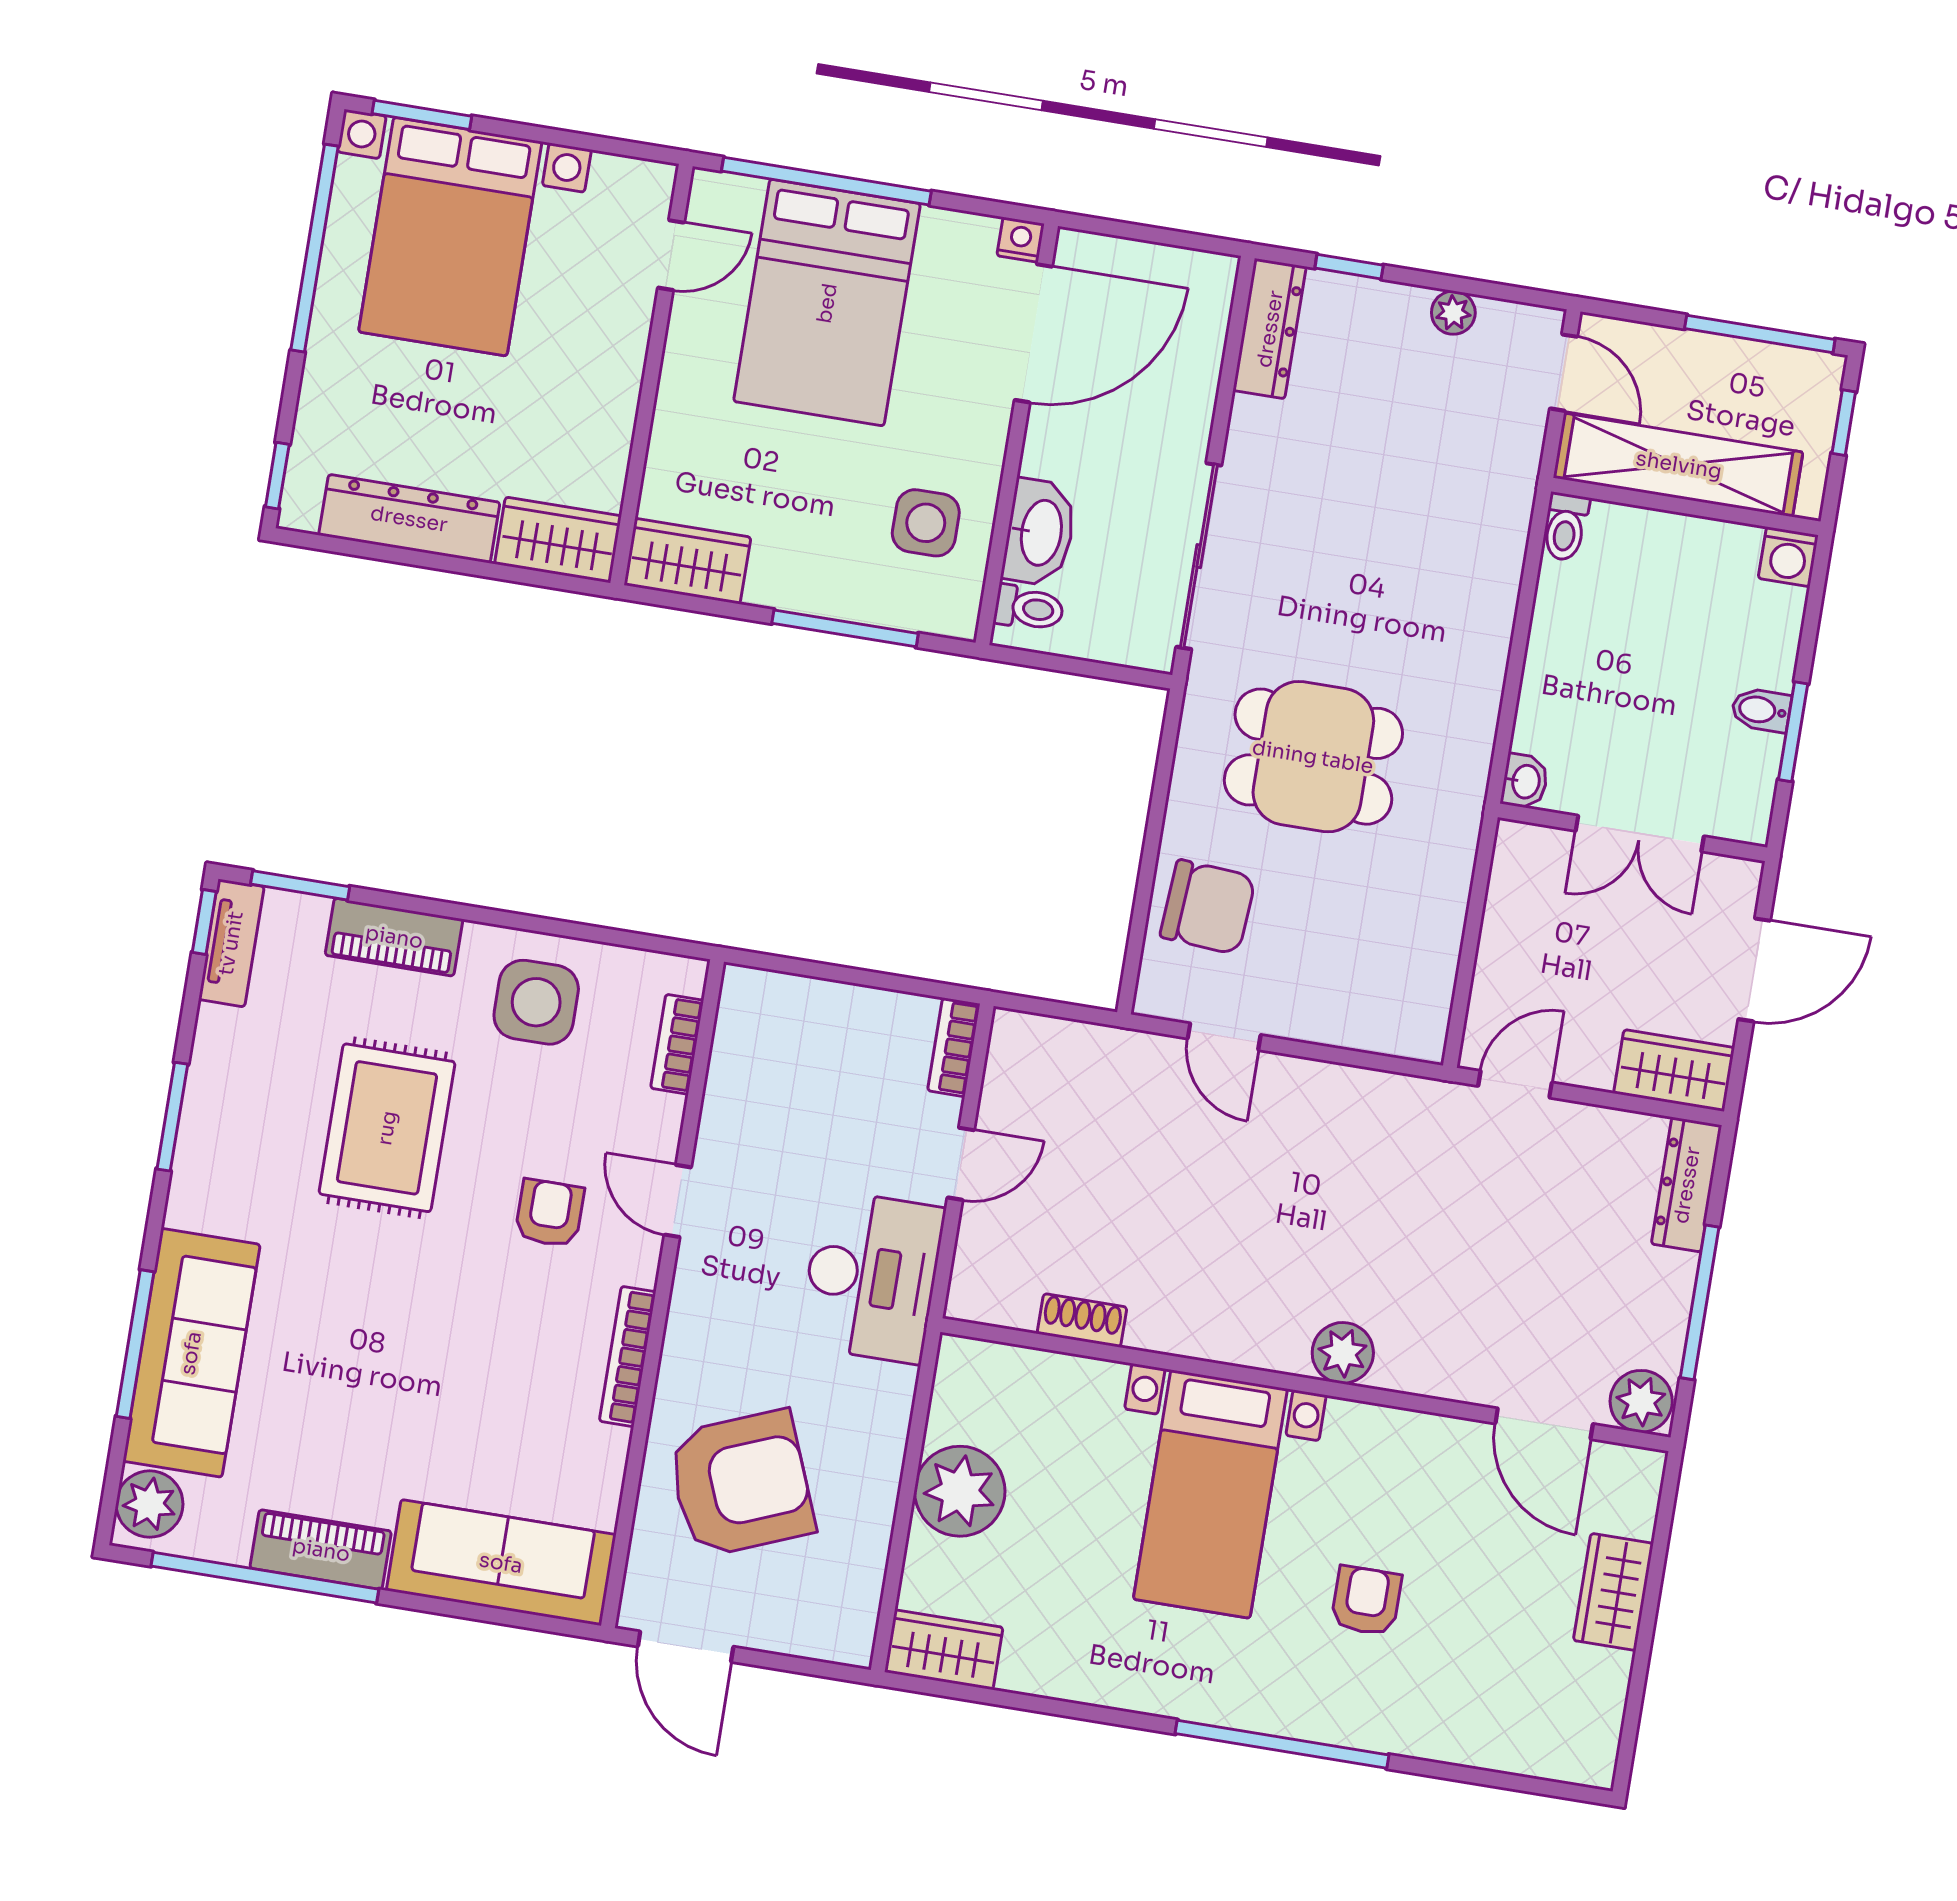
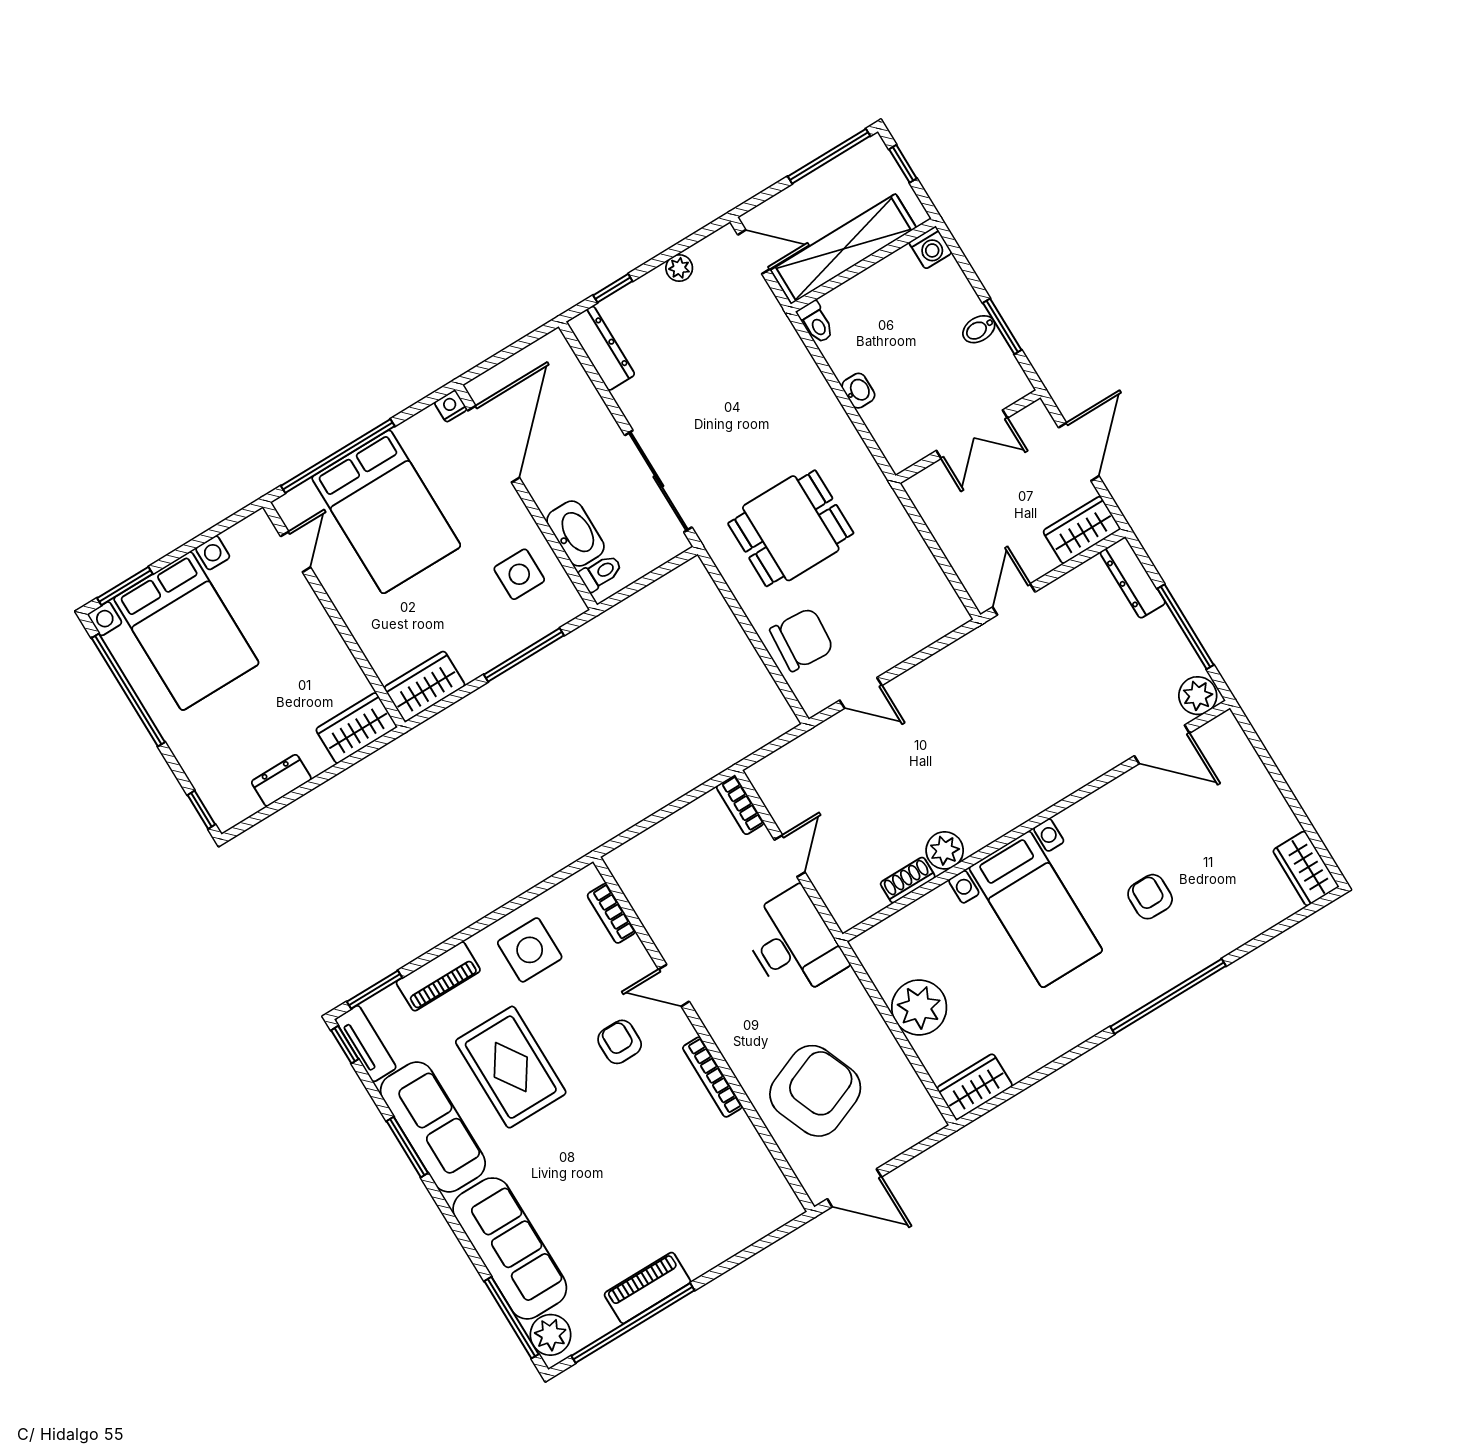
dresser: (409, 519) -> (281, 780), width x0.51, depth x0.80
washbasin: (1525, 781) -> (858, 391), moved
window: (135, 1344) -> (511, 1318), moved
plant: (1343, 1353) -> (945, 850), moved
sofa: (501, 1563) -> (433, 1127), moved, turned 90
wardrobe: (1613, 1592) -> (1306, 869), moved

